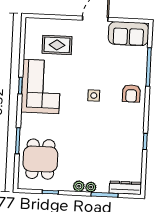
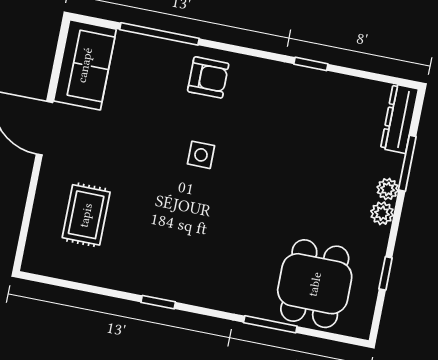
corner sofa: (41, 86) -> (166, 260), removed
dining table: (40, 159) -> (315, 284), turned 90

